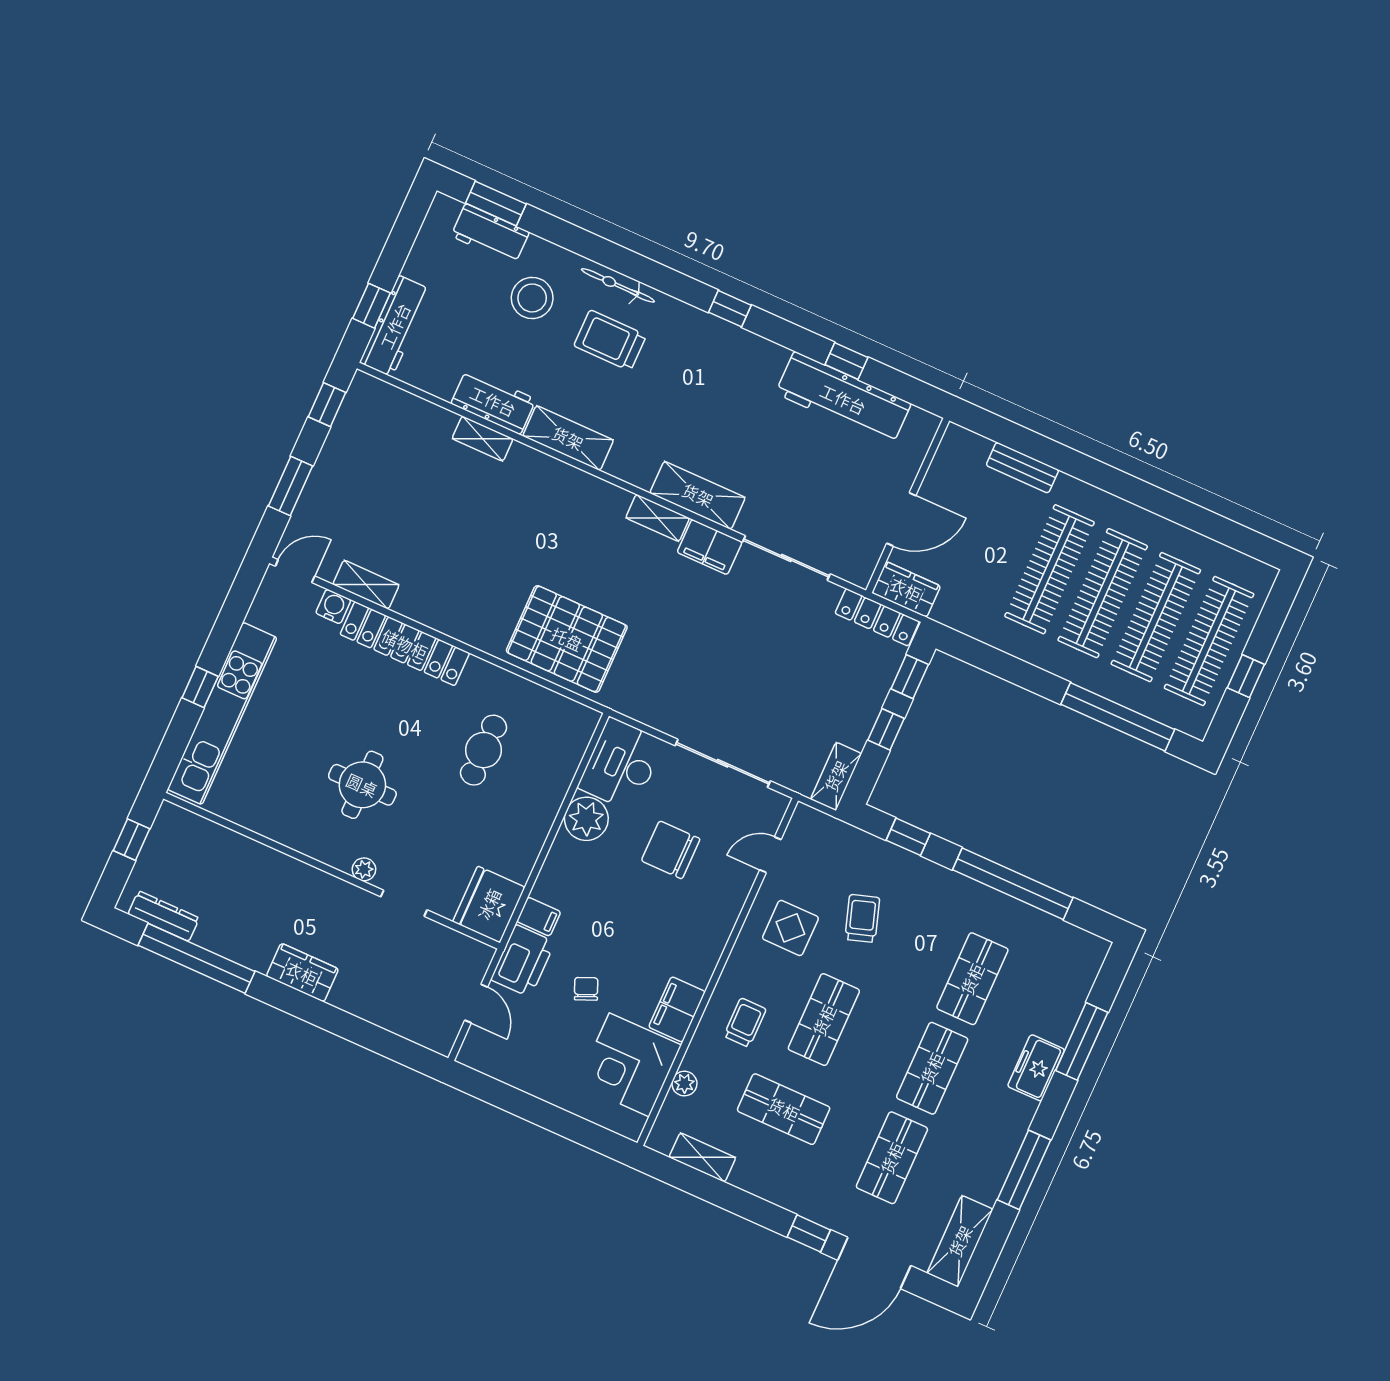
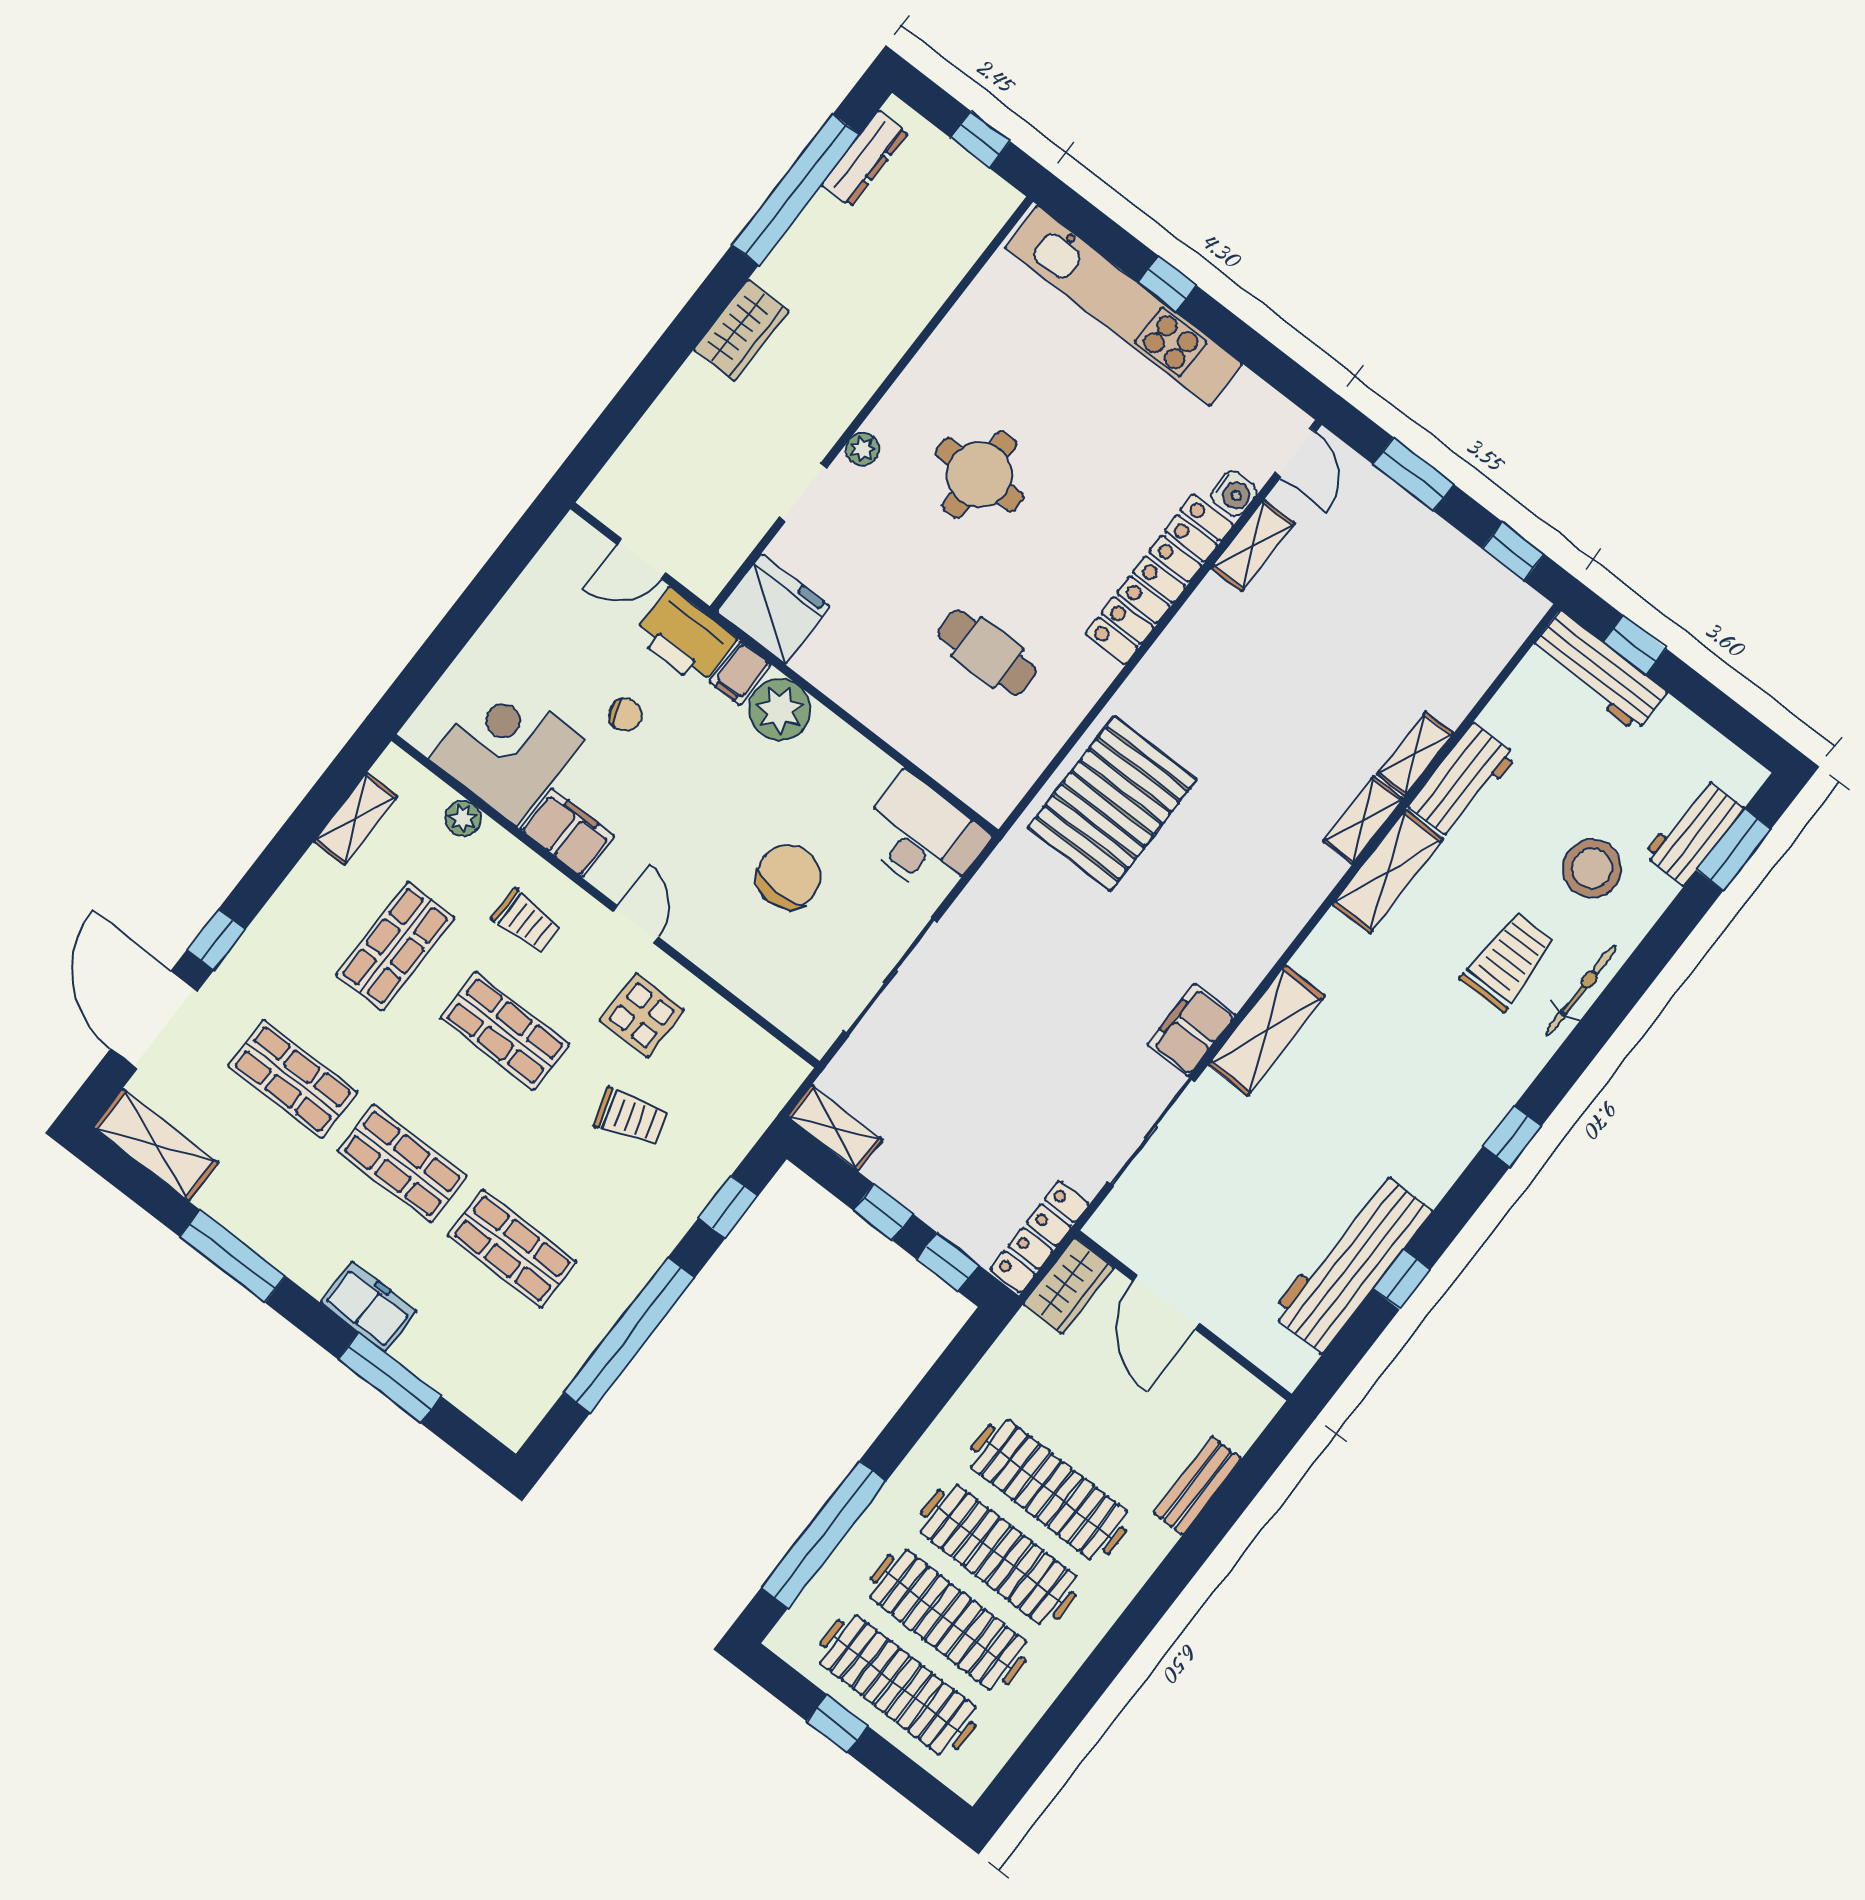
shelving: (658, 518) -> (1363, 820), moved
plant: (586, 819) -> (780, 710), moved
door: (770, 855) -> (636, 924), moved

